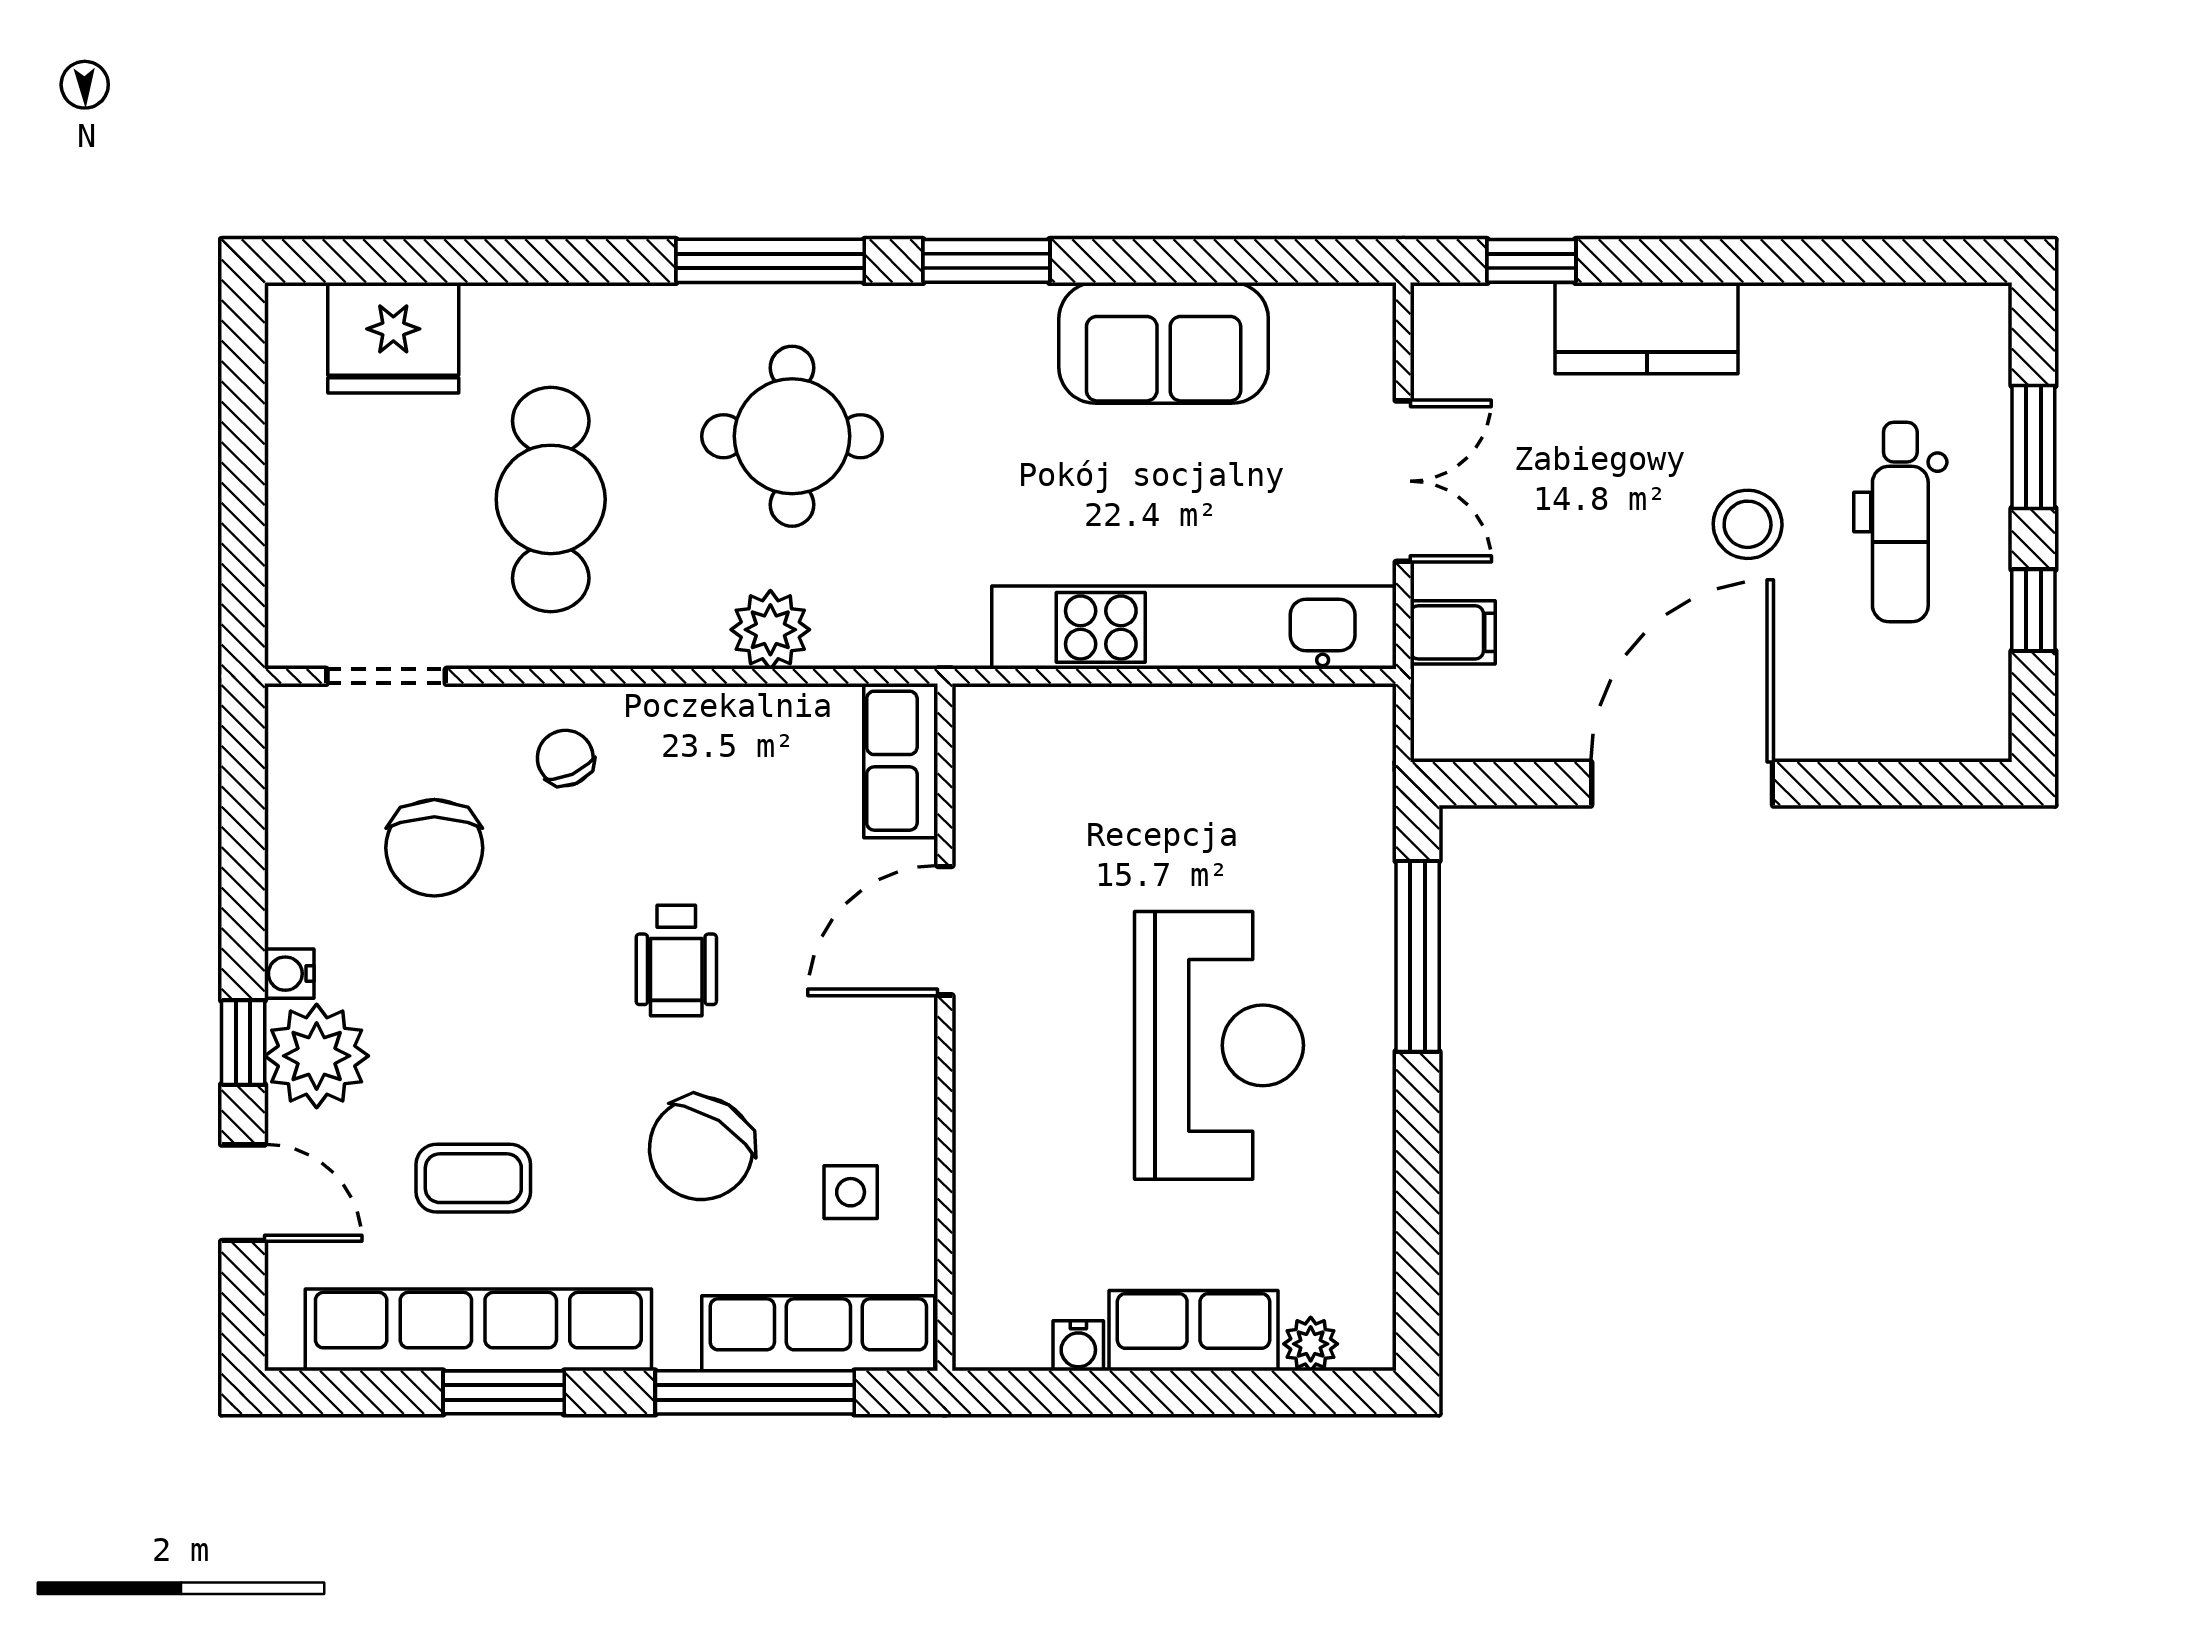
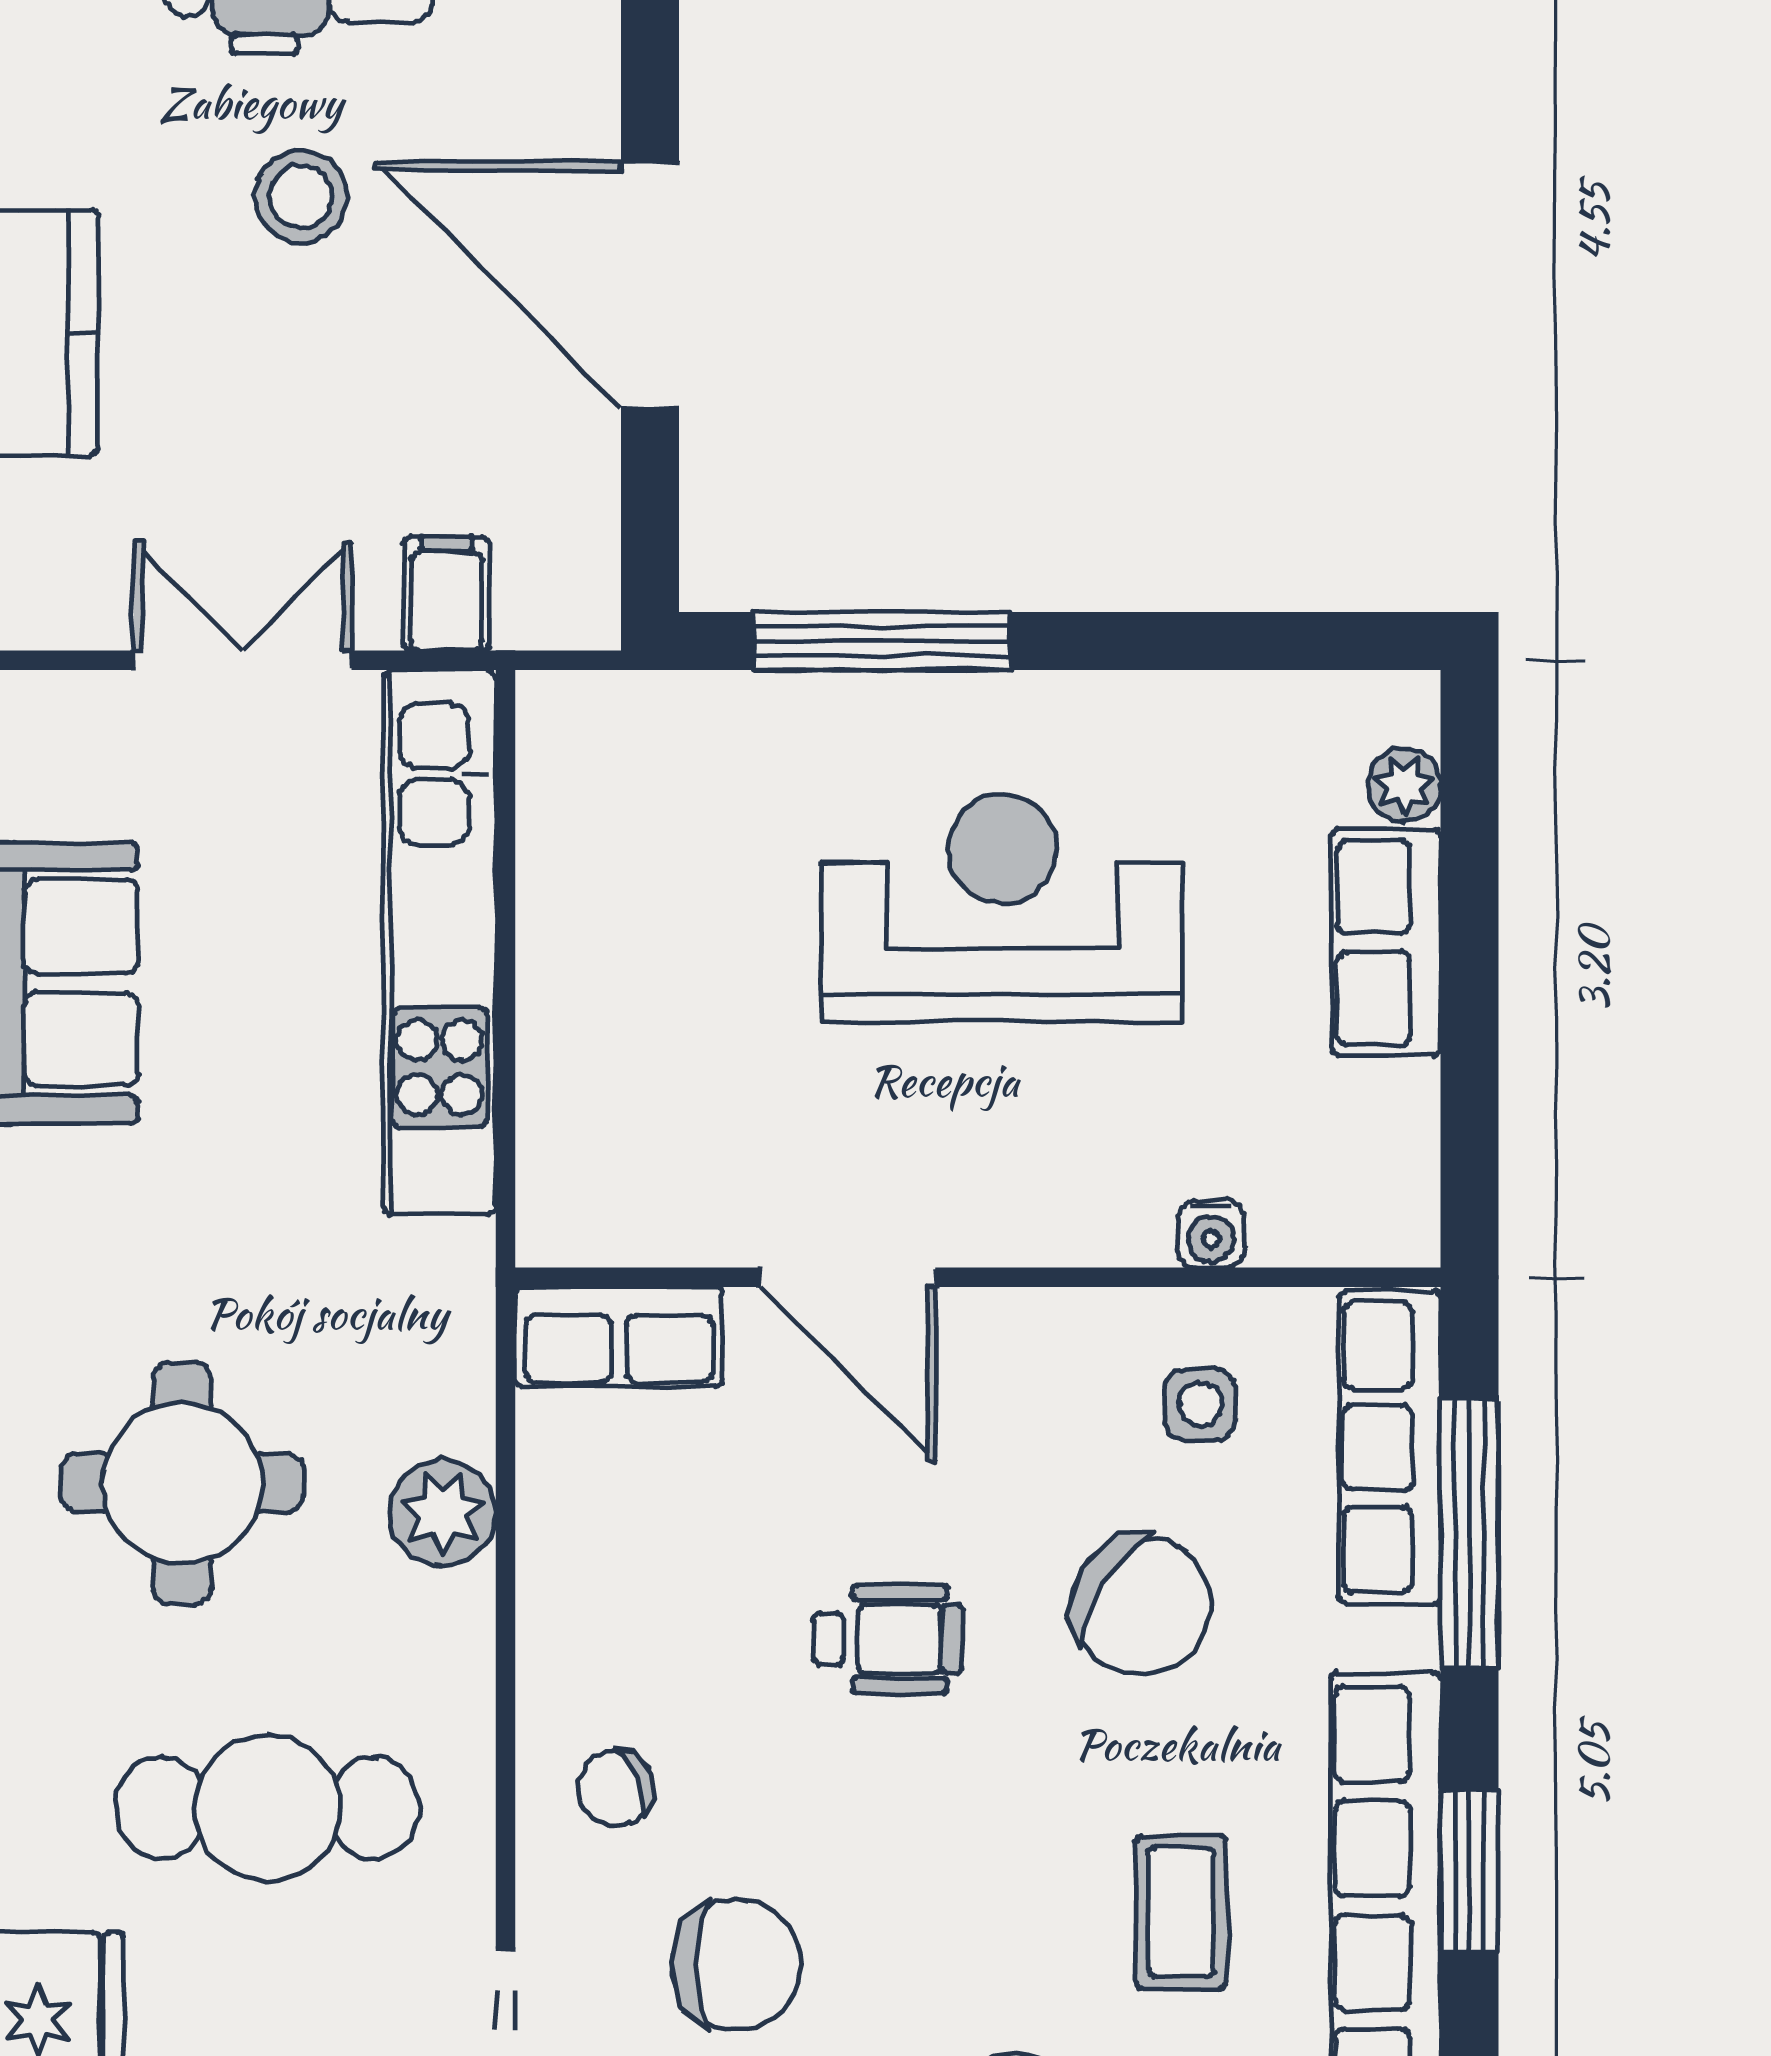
water cooler: (1078, 1346) -> (1211, 1234), moved, turned 90

